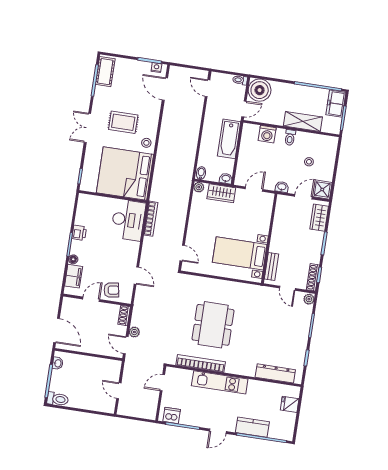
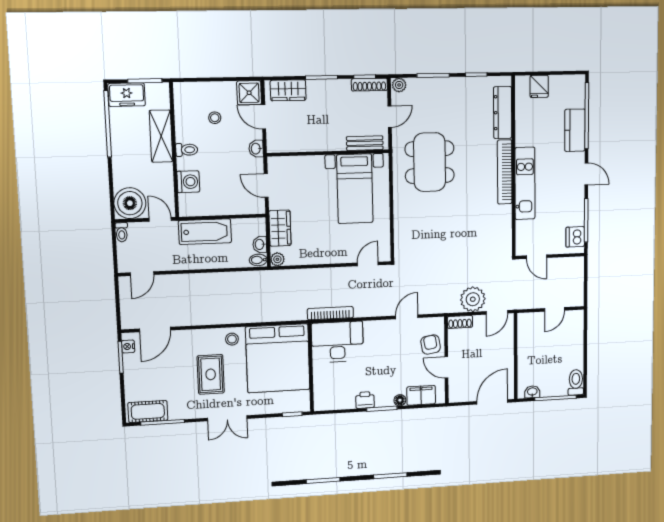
washbasin: (226, 179) -> (260, 244), moved
dining table: (213, 325) -> (430, 162), moved, turned 90
plant: (134, 332) -> (473, 299), width x1.88, depth x1.88
bookcase: (201, 363) -> (505, 172), moved

